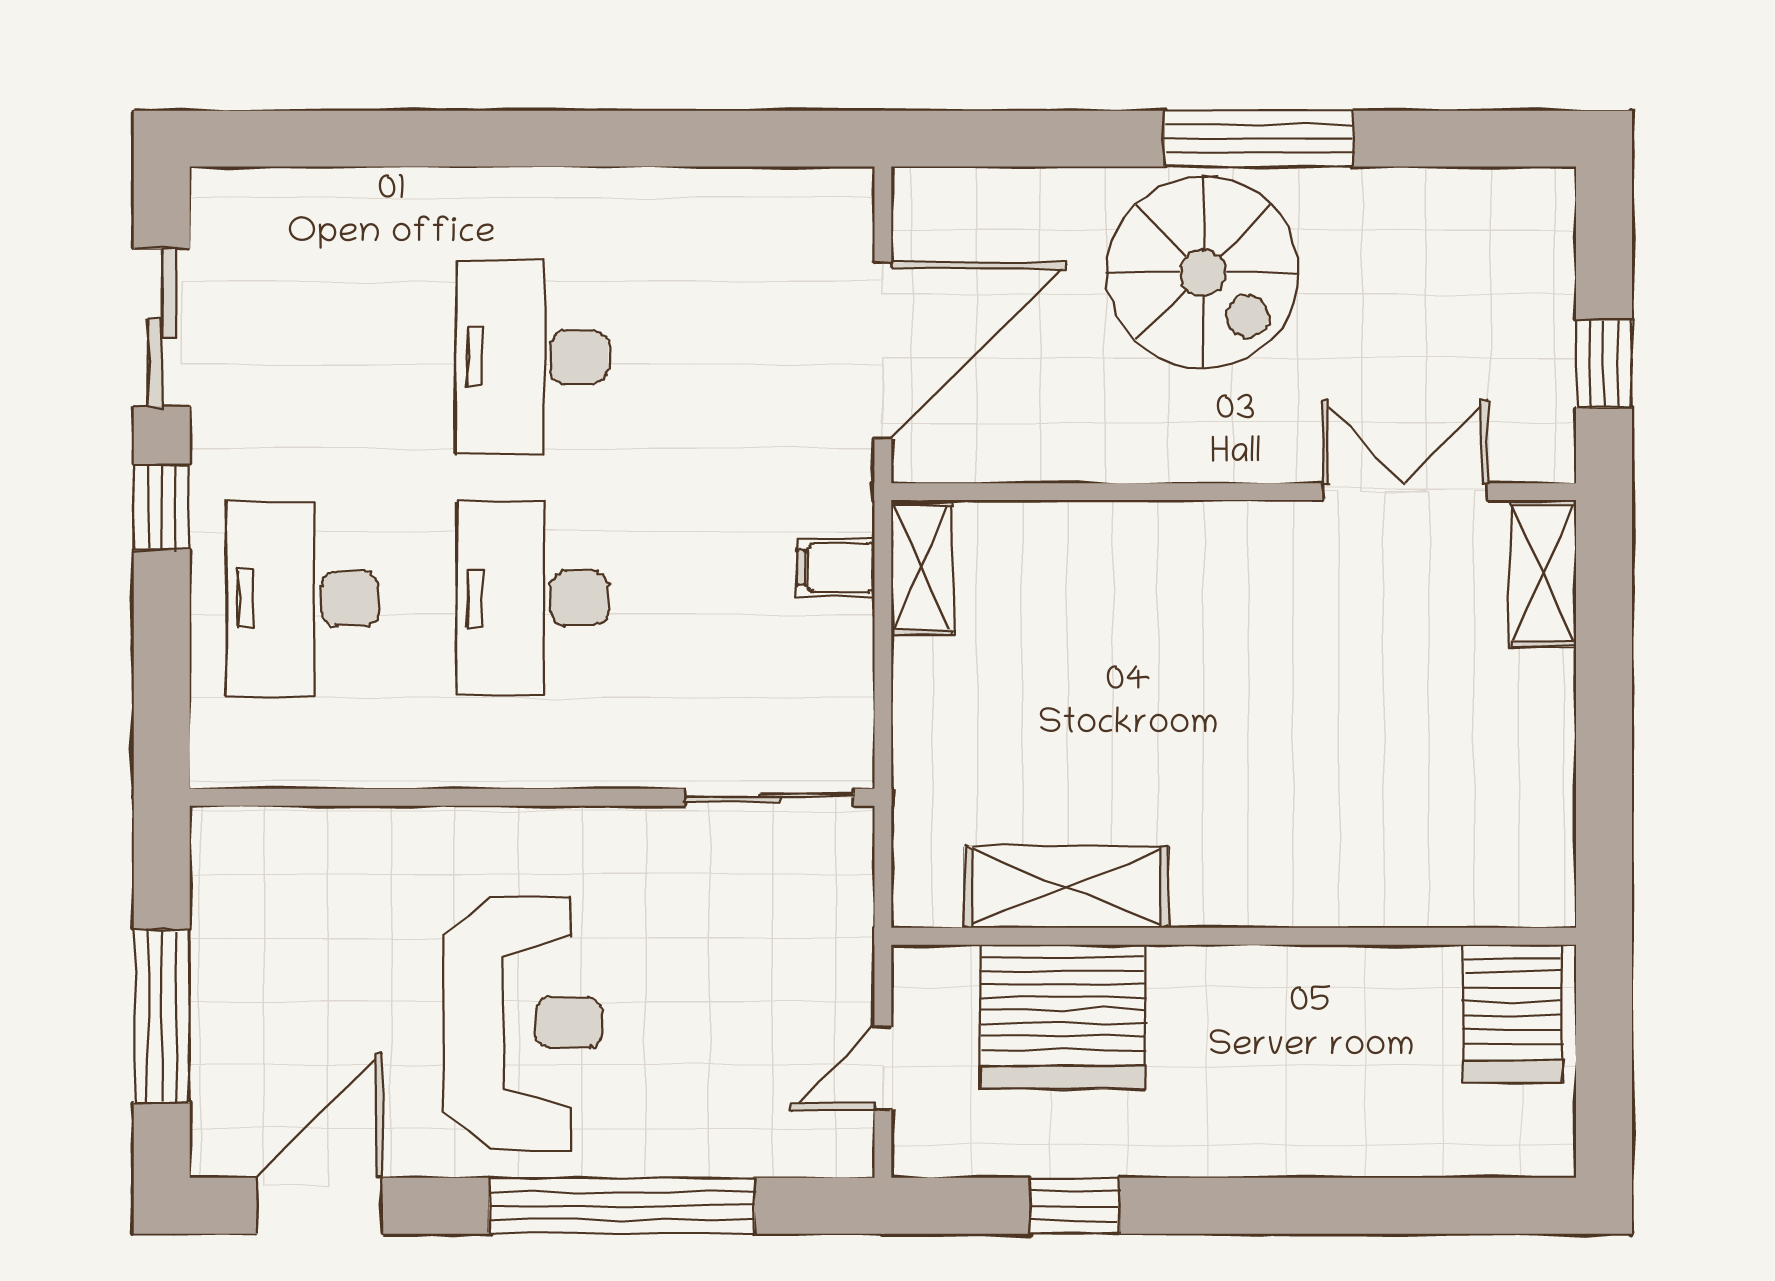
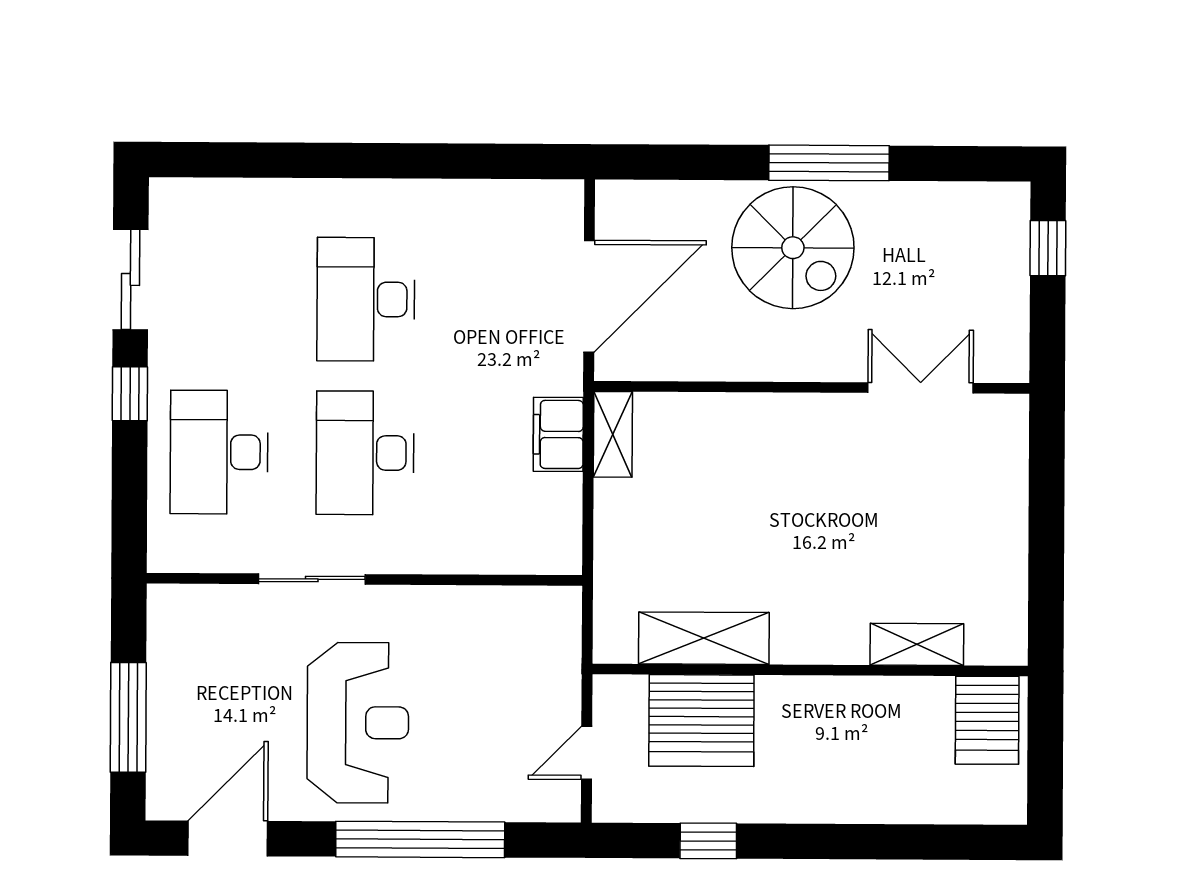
window: (1604, 364) -> (1048, 248), moved
filing cabinet: (836, 568) -> (558, 434), width x2.00
shelving: (1543, 573) -> (917, 644), moved, turned 90
sliding door: (769, 797) -> (312, 579), moved

